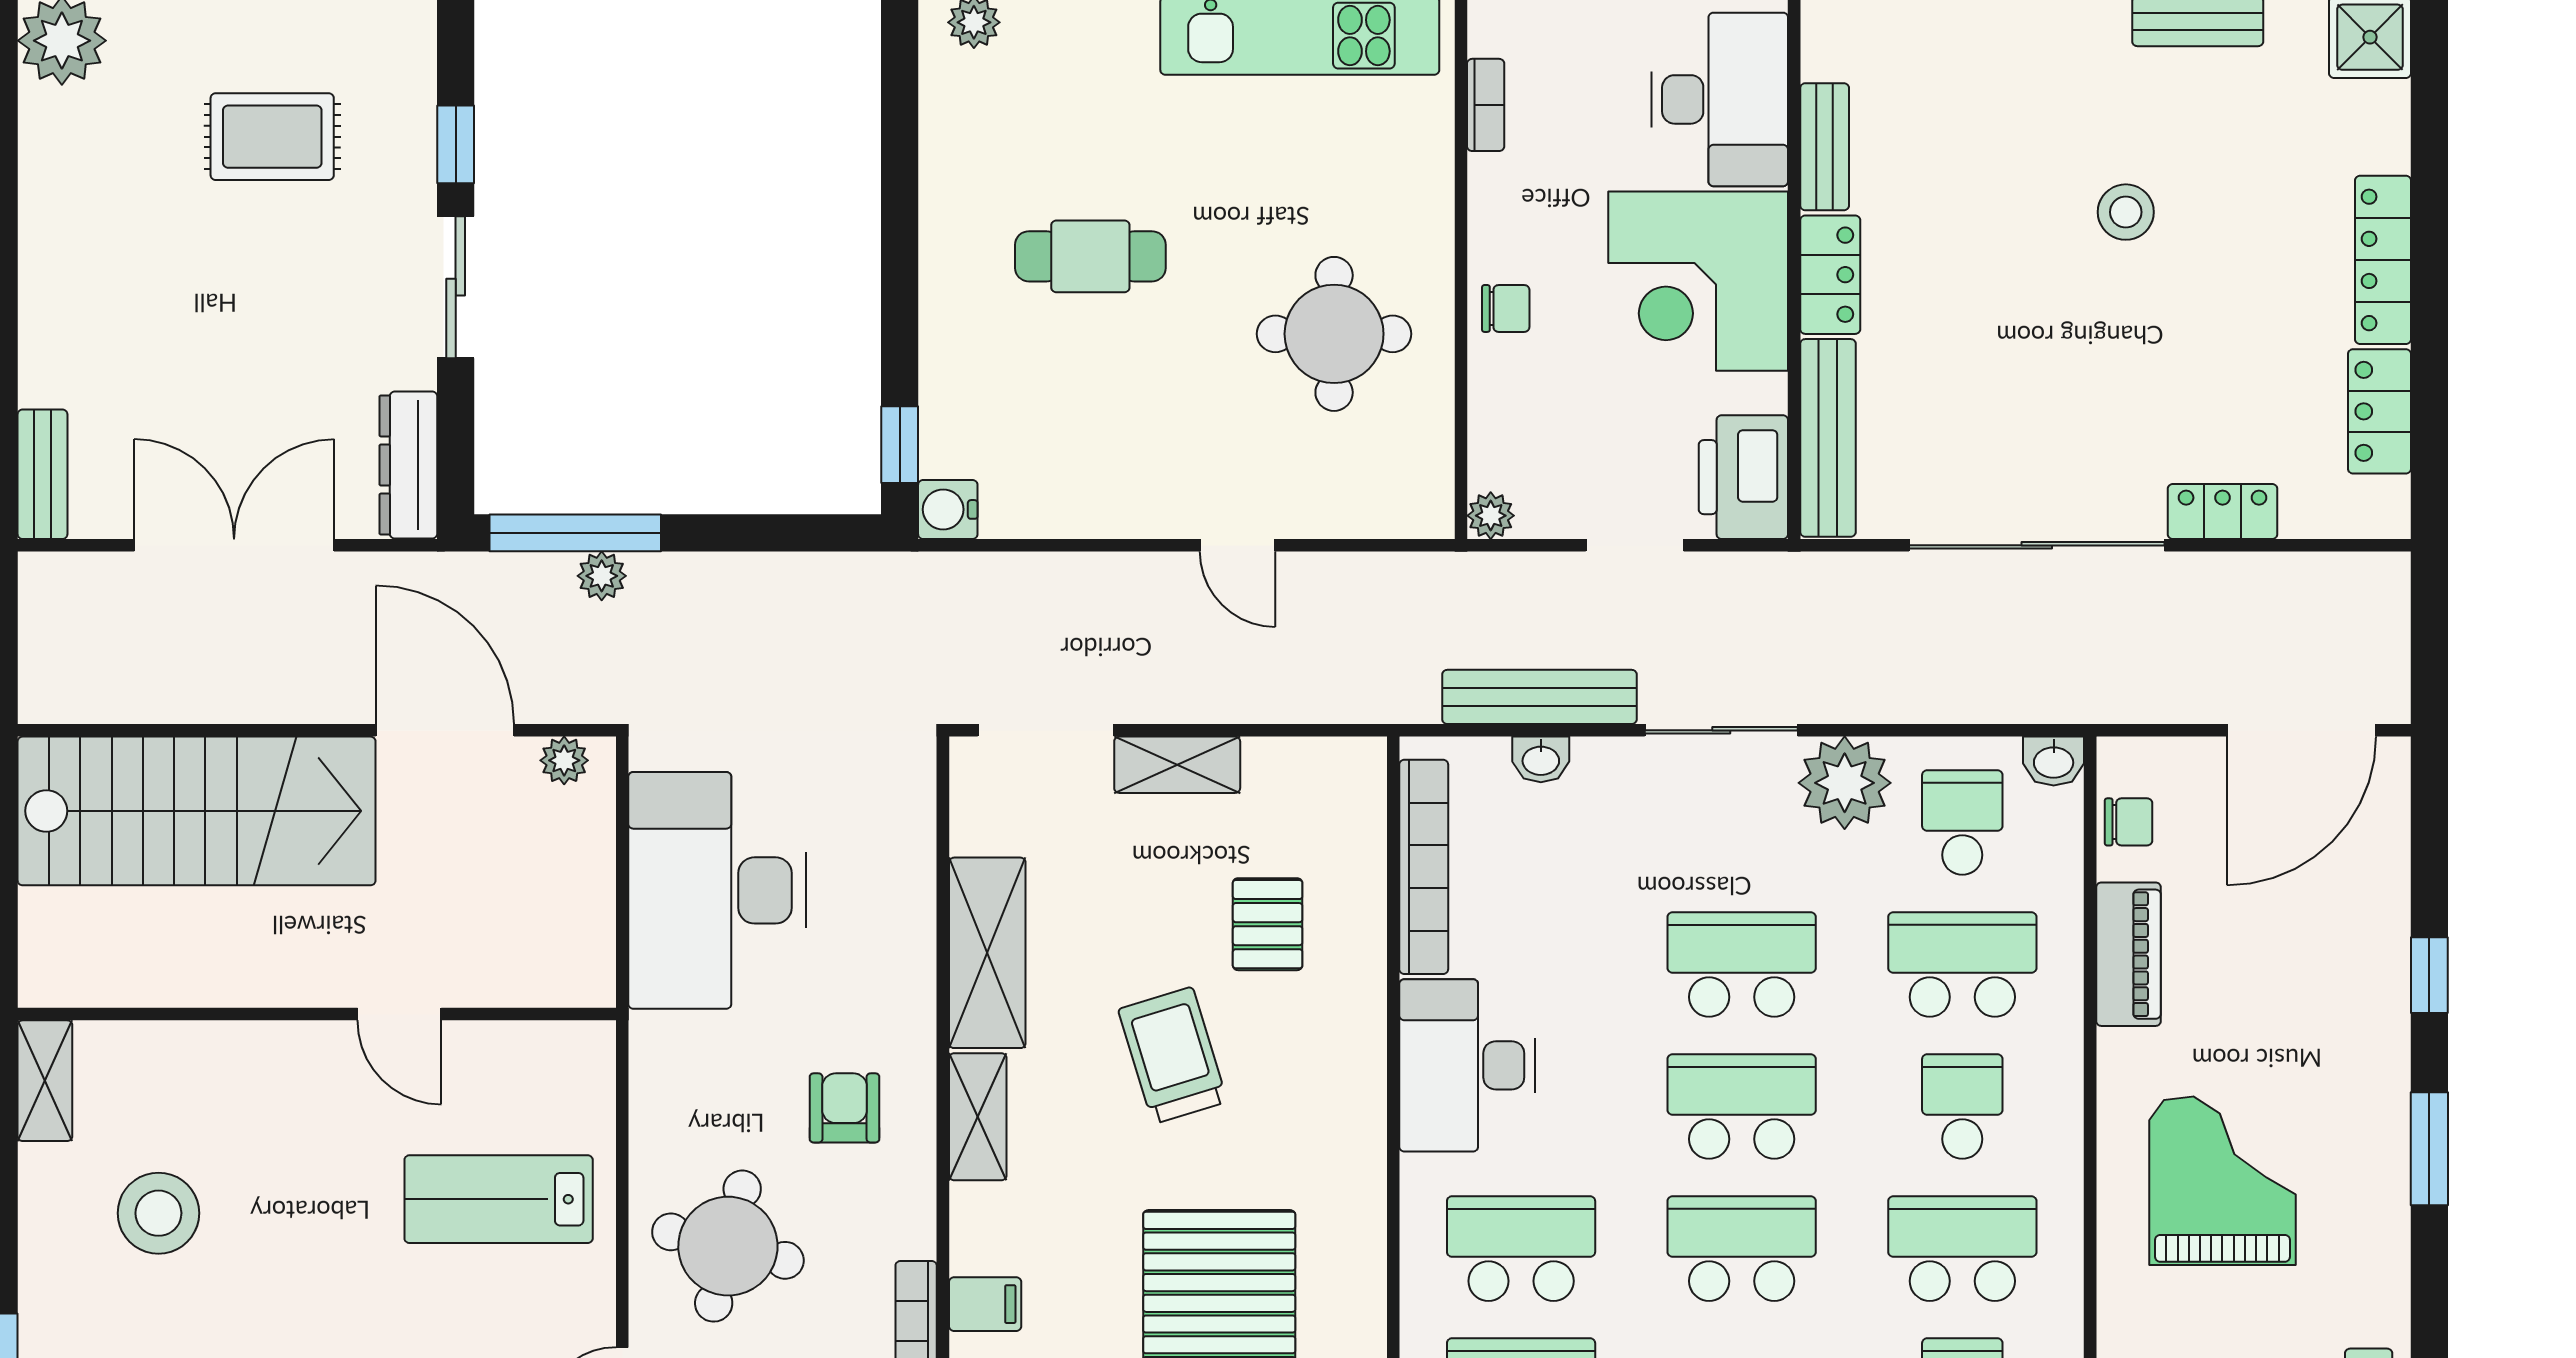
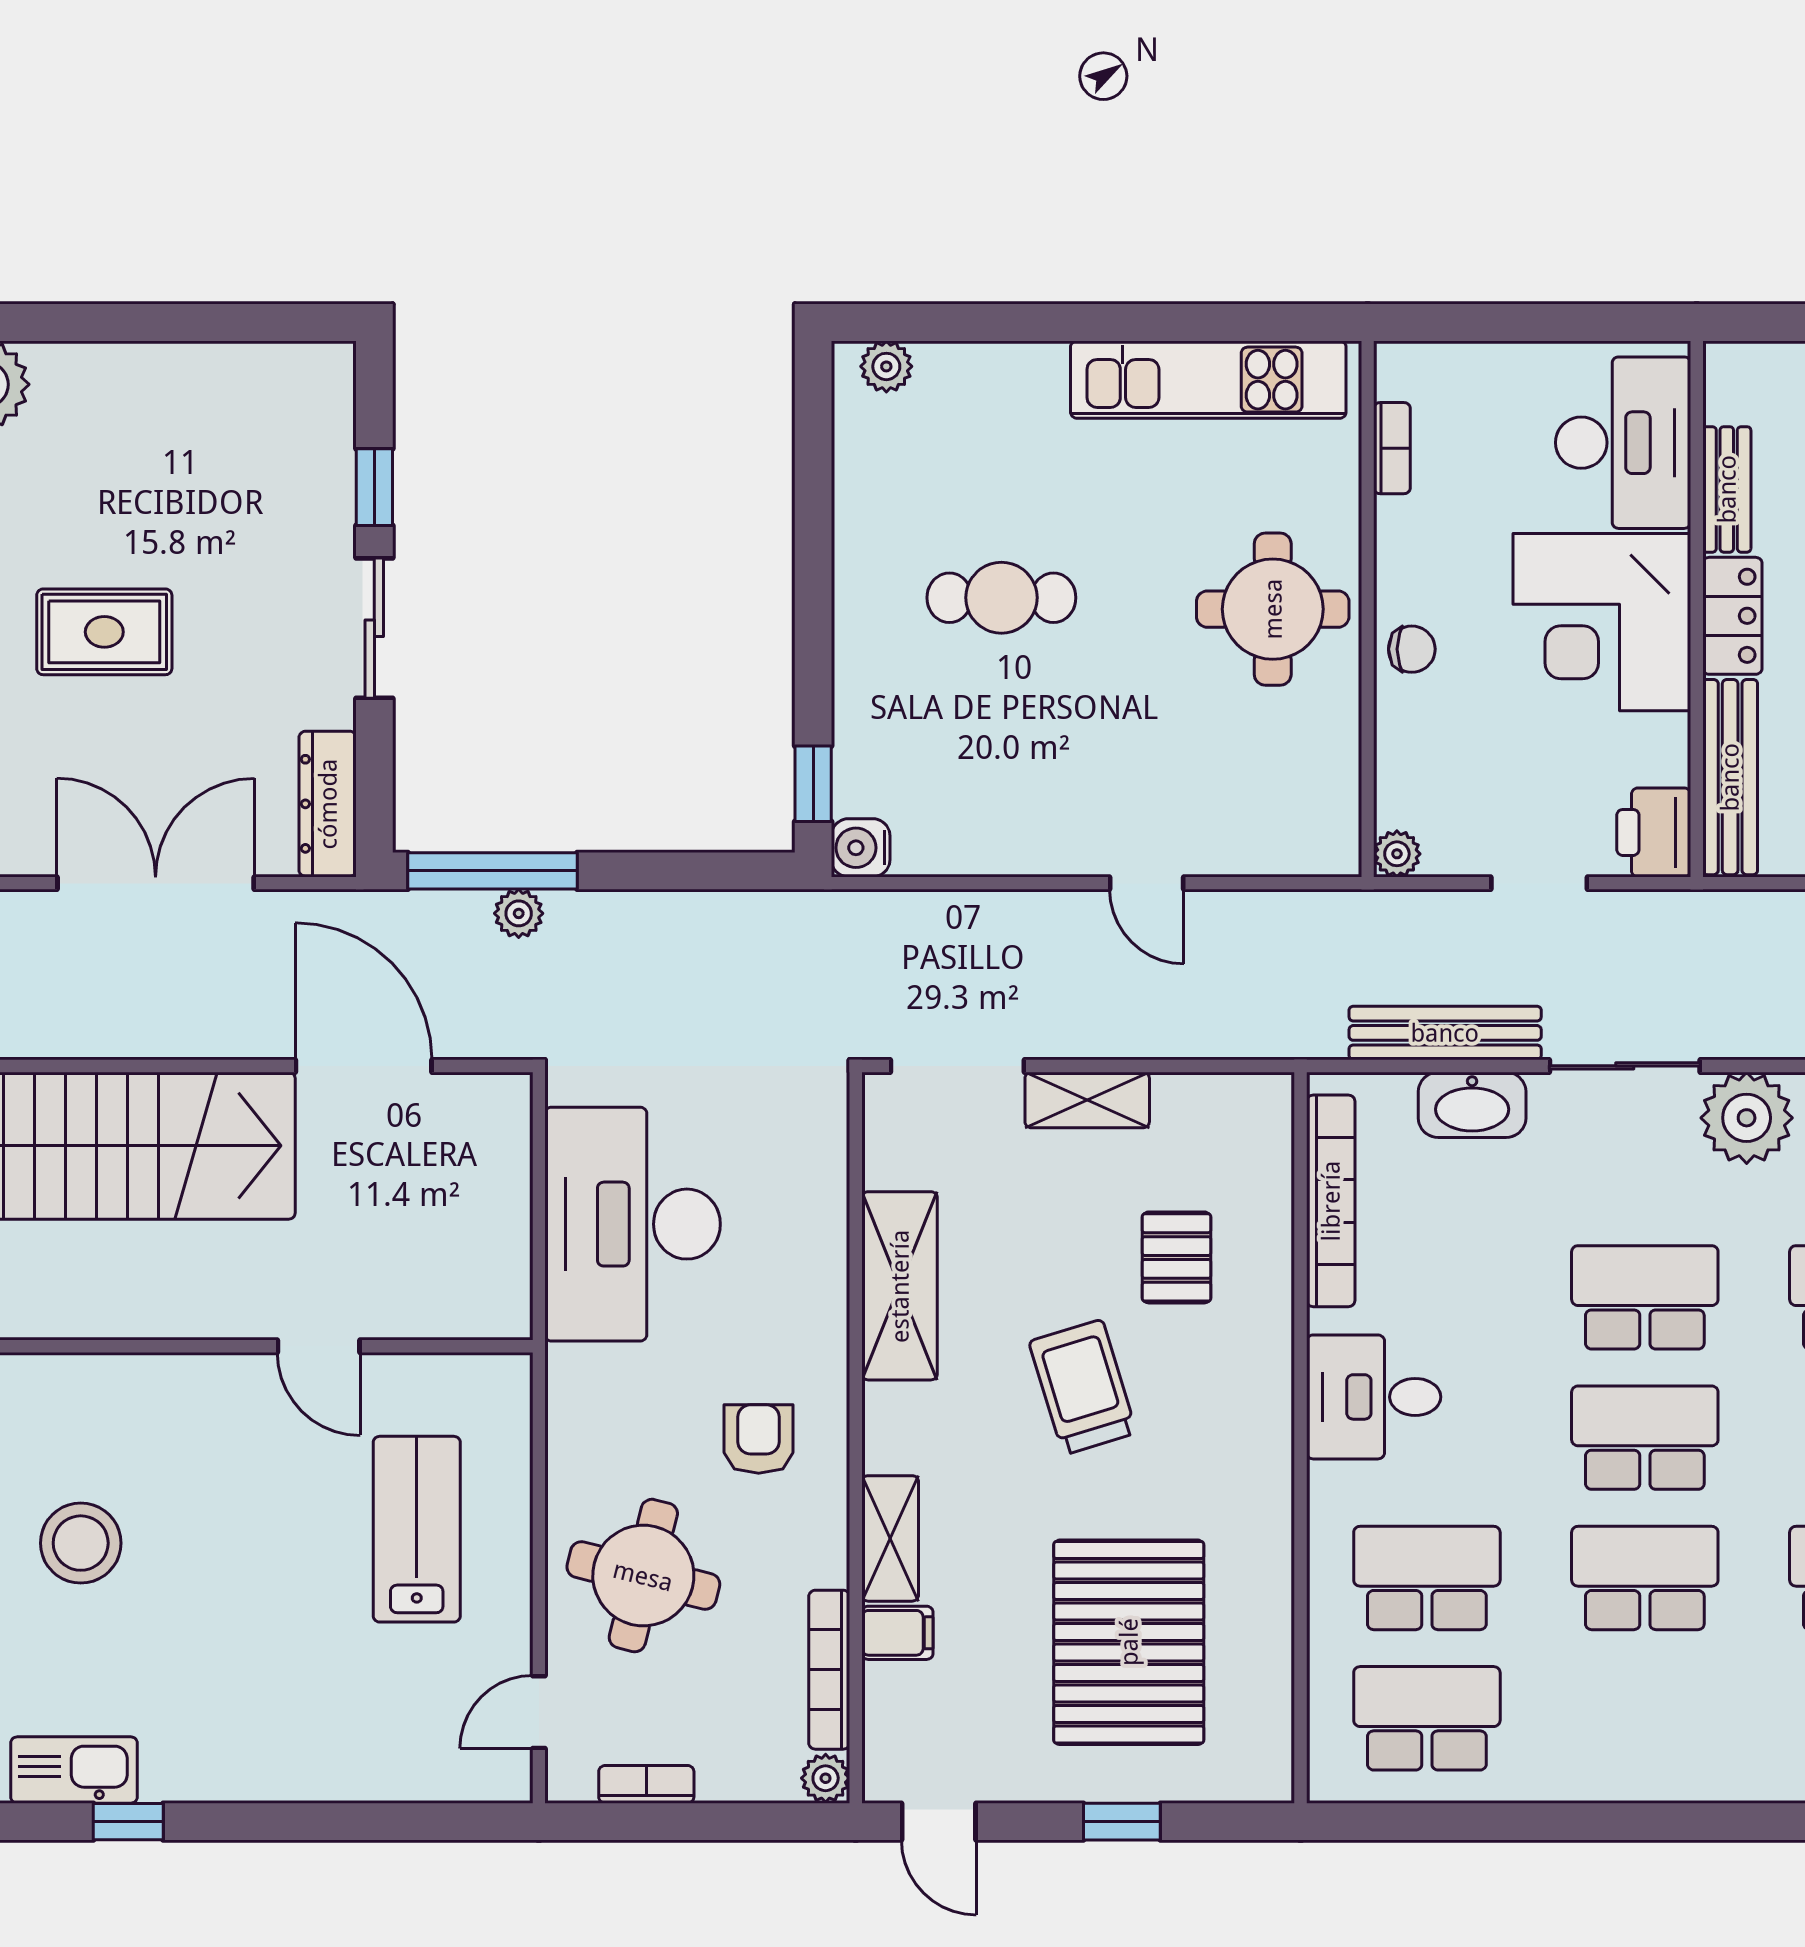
rug: (272, 137) -> (104, 632), moved
round table: (1334, 334) -> (1273, 609), moved
printer: (1743, 477) -> (1654, 832), width x0.73, depth x0.84
washbasin: (1541, 759) -> (1472, 1105), width x1.91, depth x1.45
plant: (564, 760) -> (482, 1096), removed
desk: (1467, 1065) -> (1374, 1397), width x0.73
shelving: (978, 1117) -> (890, 1538), moved
lab bench: (499, 1199) -> (417, 1529), turned 90

